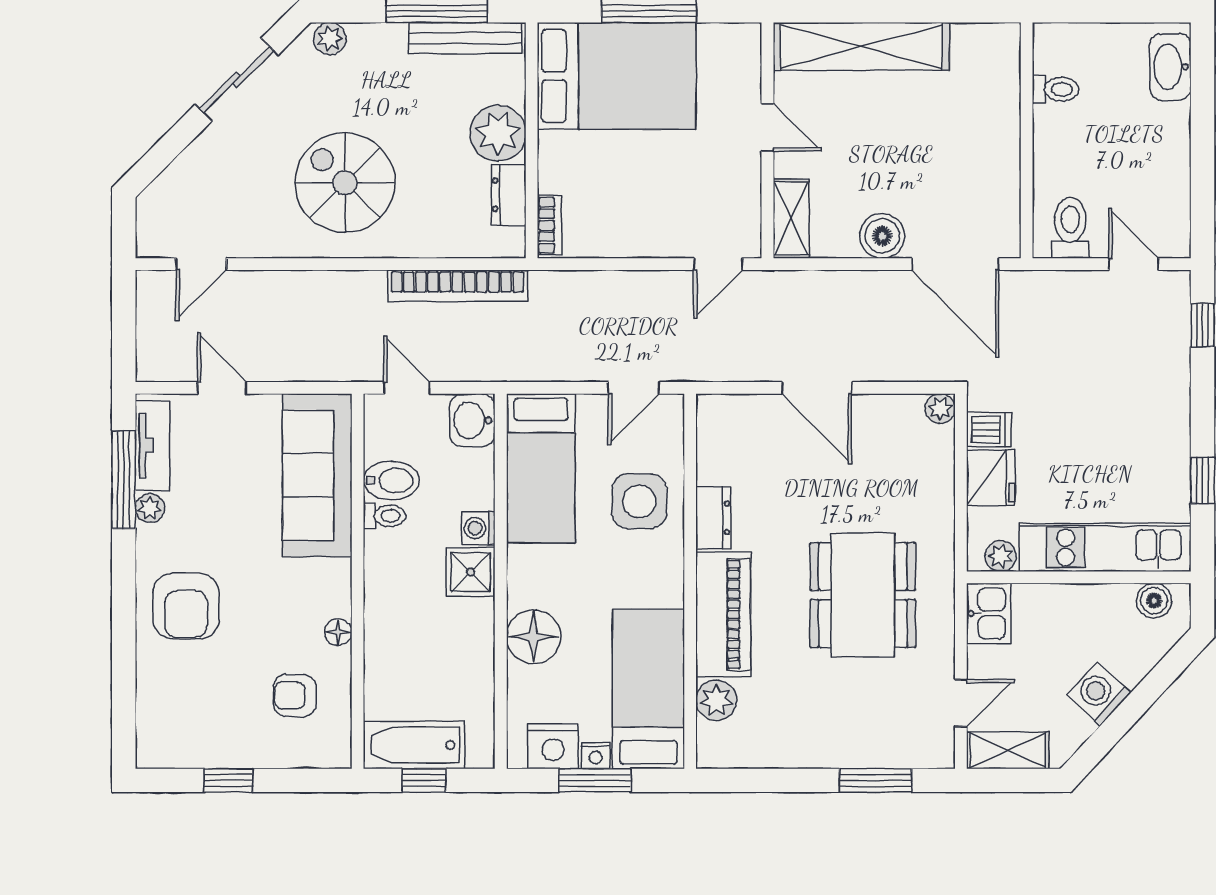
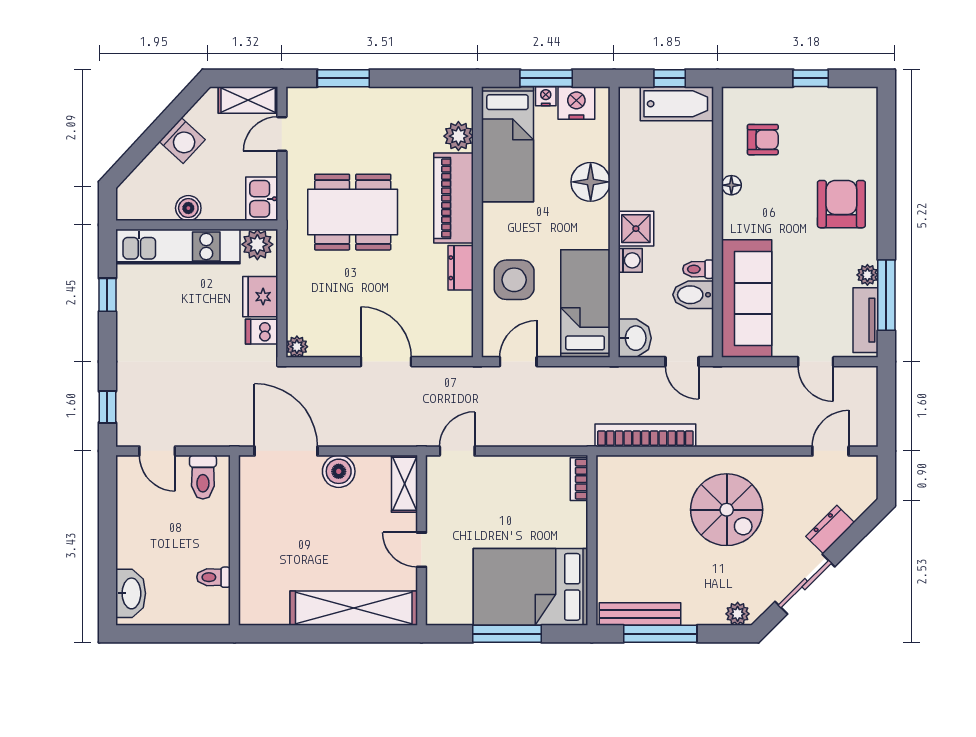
plant: (498, 133) -> (616, 546), removed
dresser: (509, 195) -> (830, 529), moved, turned -135
plant: (1001, 556) -> (257, 244), width x1.38, depth x1.38
dining table: (863, 595) -> (353, 212), turned 90
boiler: (1154, 601) -> (188, 208), moved

